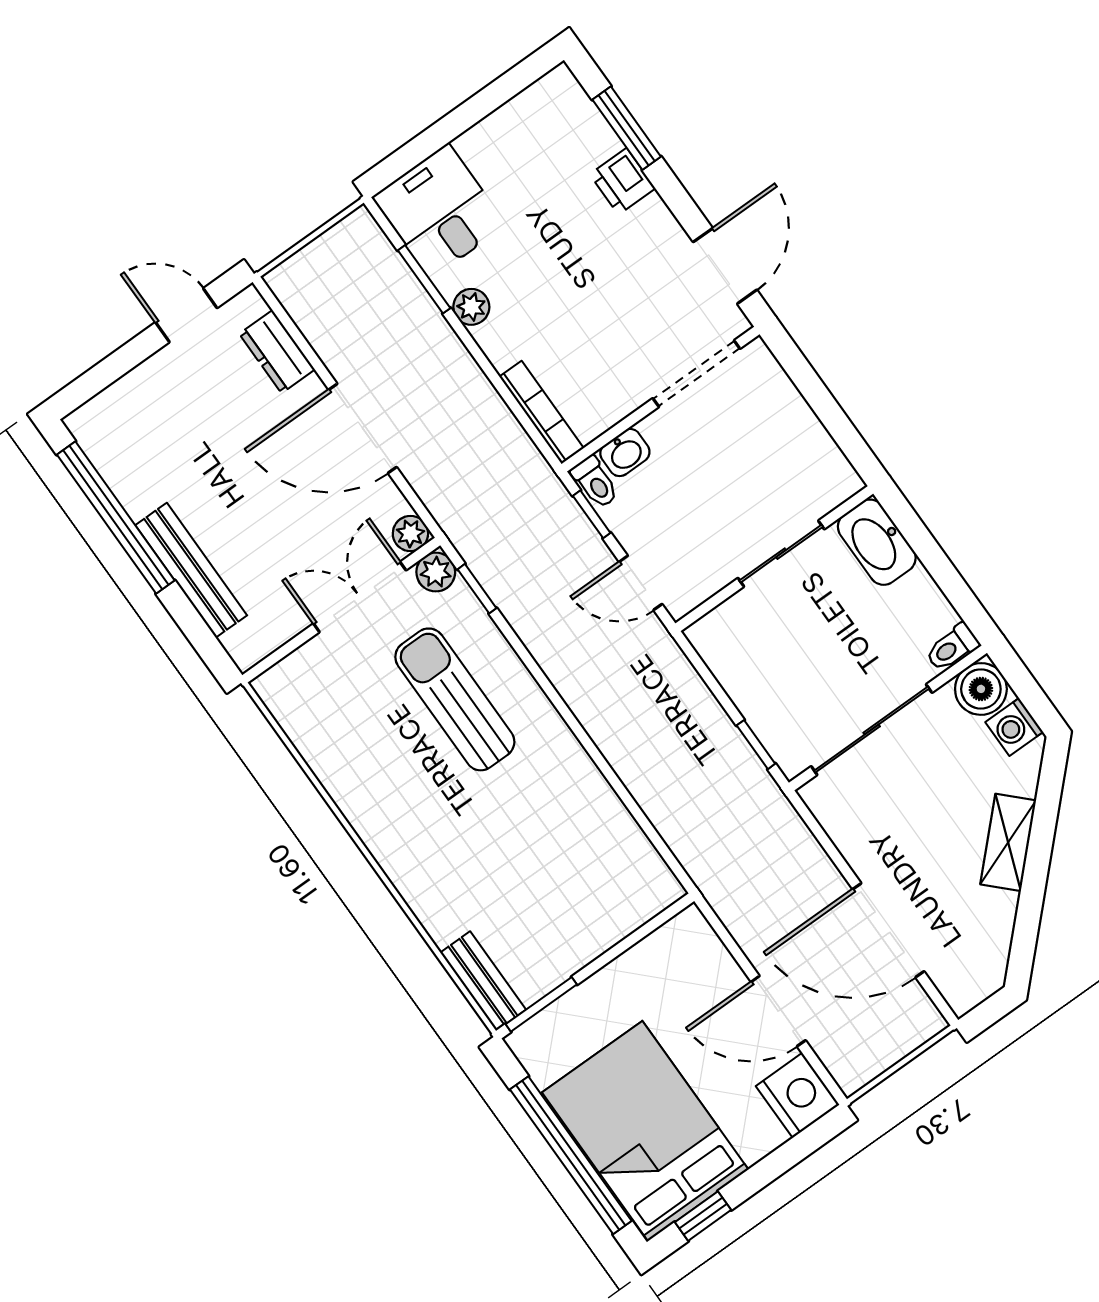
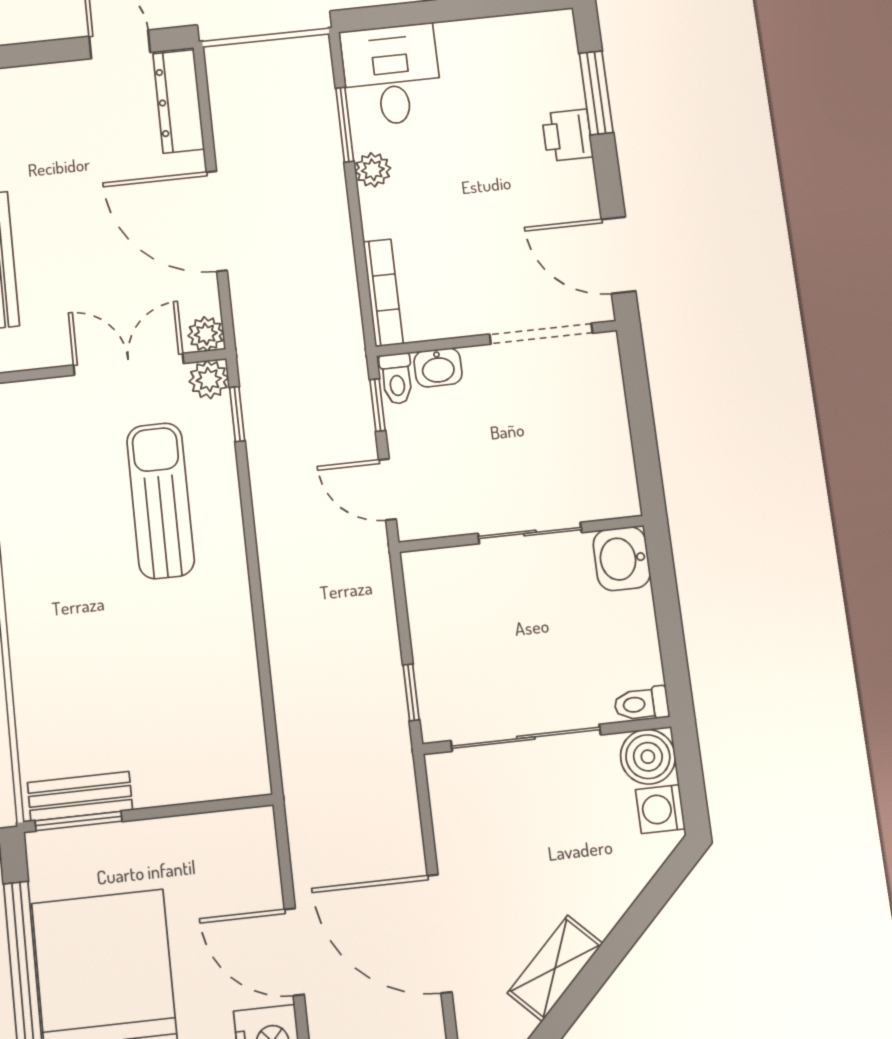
door: (725, 266) -> (619, 255), swing flipped
dresser: (277, 352) -> (179, 101), width x1.44
washbasin: (877, 542) -> (622, 559), width x0.72
shelving: (1008, 842) -> (555, 968), moved
bench: (483, 981) -> (80, 796), moved, turned 90

